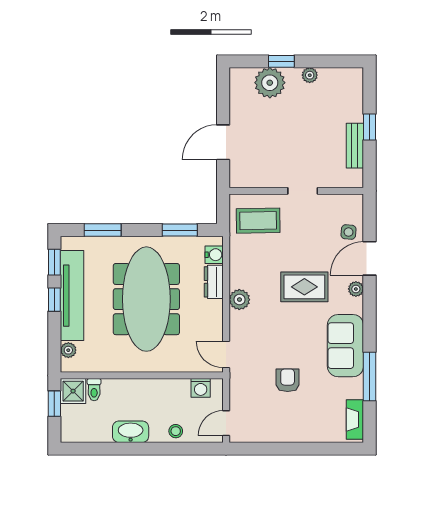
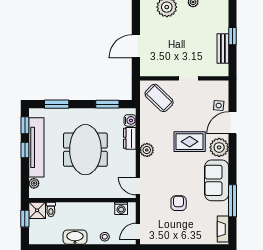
coffee table: (258, 221) -> (159, 98), turned 45
plant: (356, 289) -> (219, 147), width x1.87, depth x1.87
meeting table: (146, 299) -> (85, 150), width x0.73

